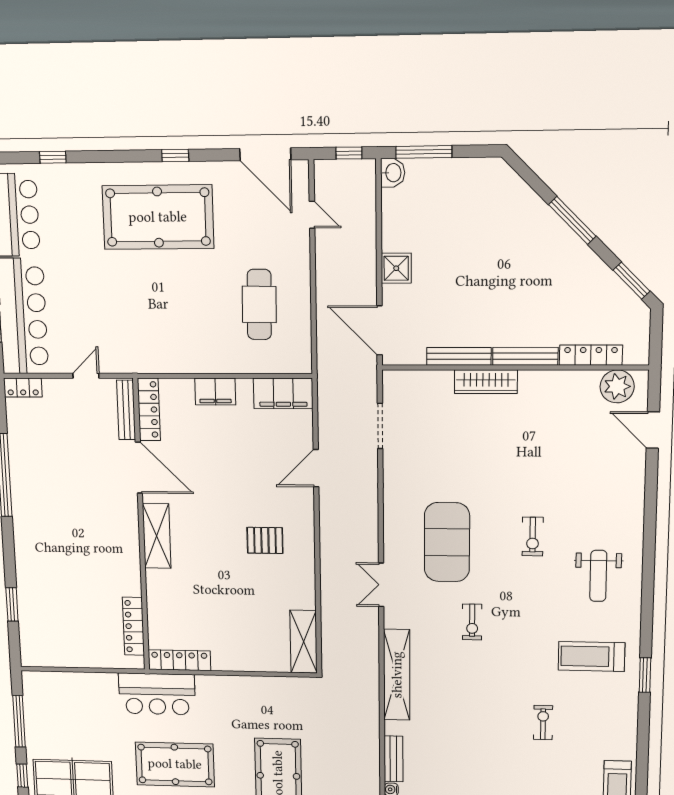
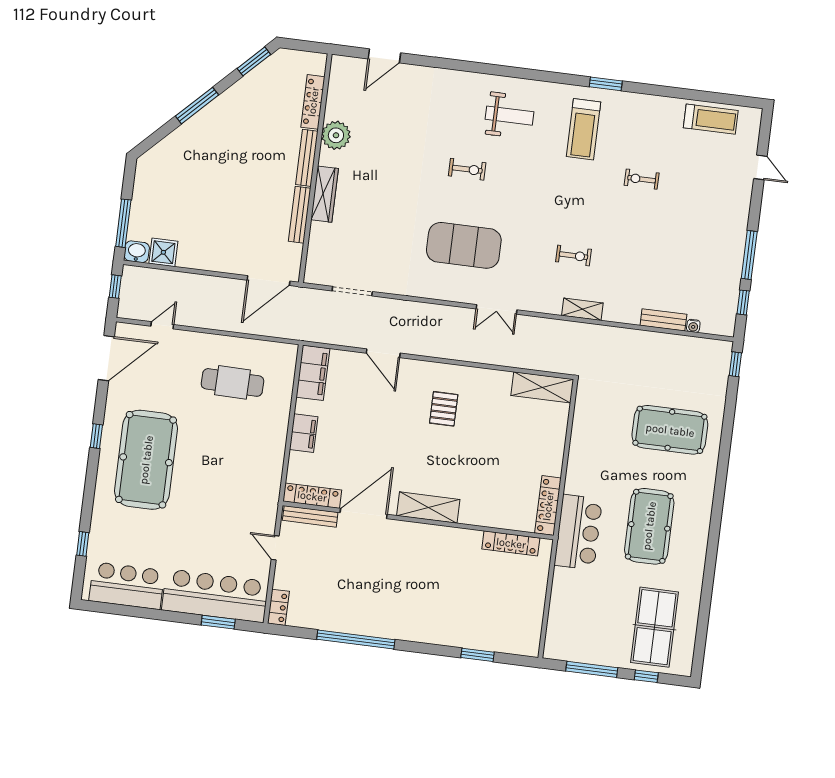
shower: (396, 268) -> (163, 252), moved
plant: (617, 386) -> (336, 135), moved
exercise bike: (472, 622) -> (574, 256), moved
shelving: (397, 675) -> (582, 309), width x0.45, depth x0.75

